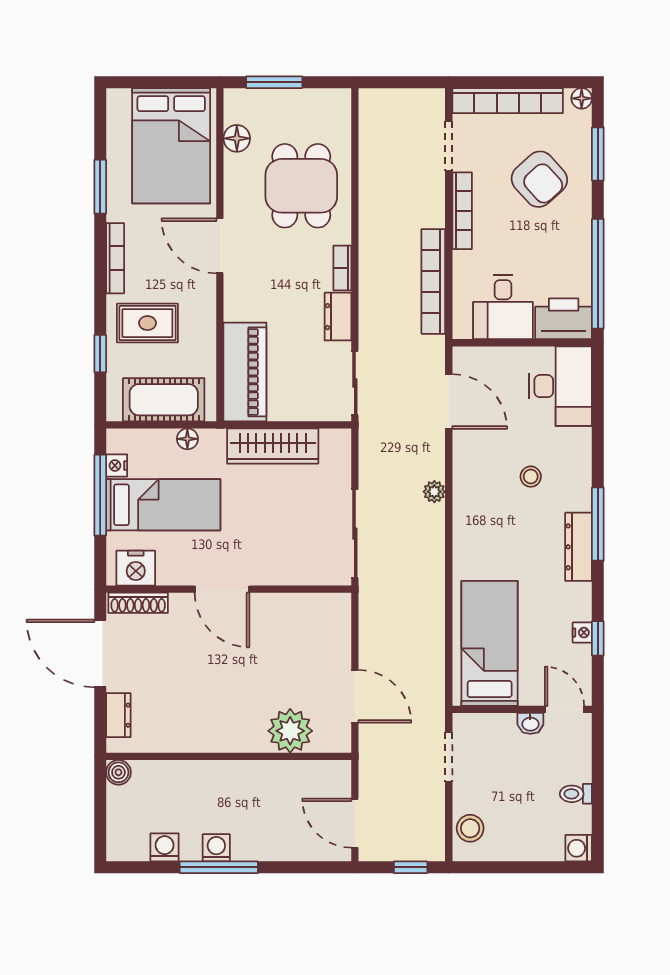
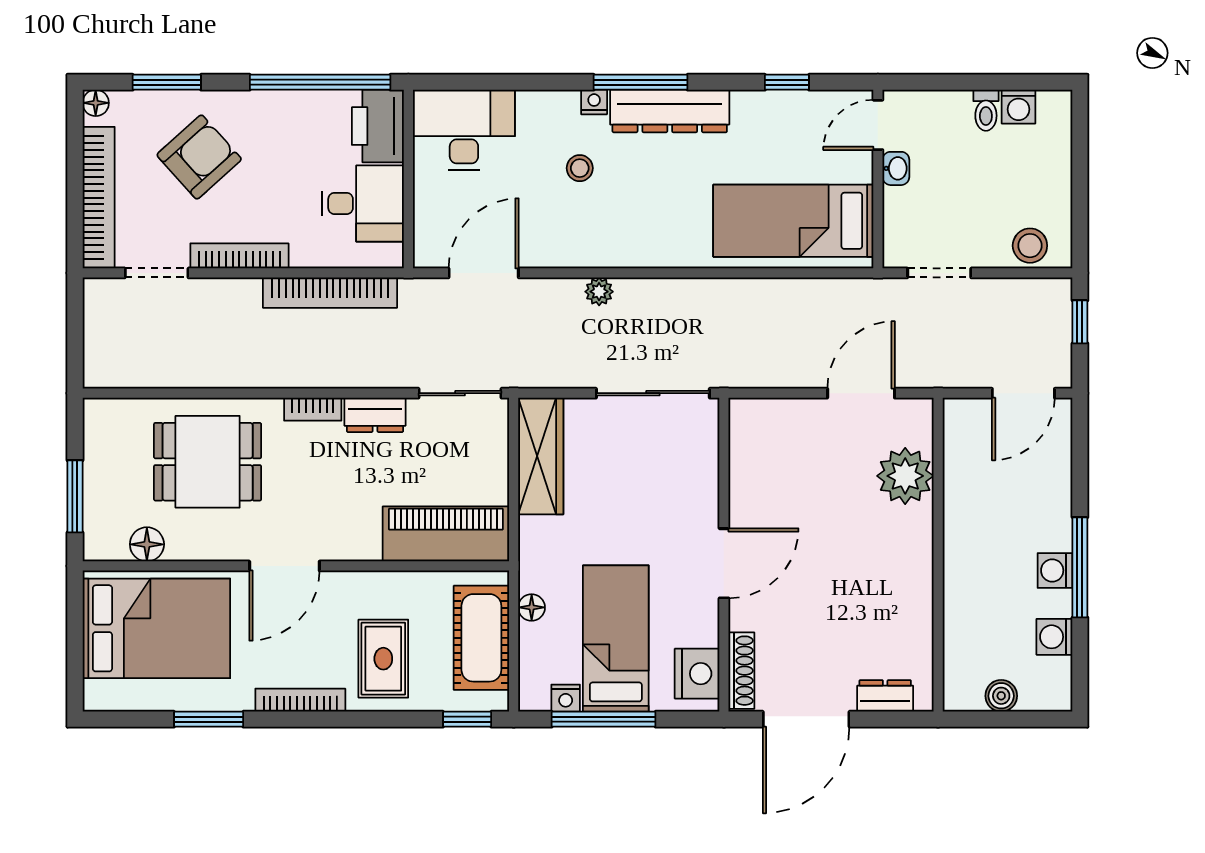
window: (100, 354) -> (467, 719), moved
wardrobe: (273, 446) -> (541, 456), moved
dresser: (579, 547) -> (670, 111), width x1.37, depth x1.24
nightstand: (582, 633) -> (594, 102), moved
boiler: (118, 772) -> (1001, 696), moved
washing machine: (579, 848) -> (1018, 107), moved

